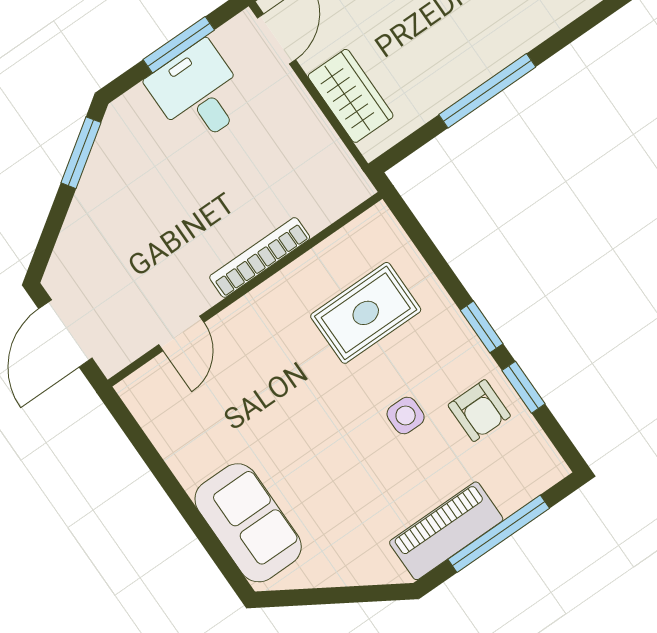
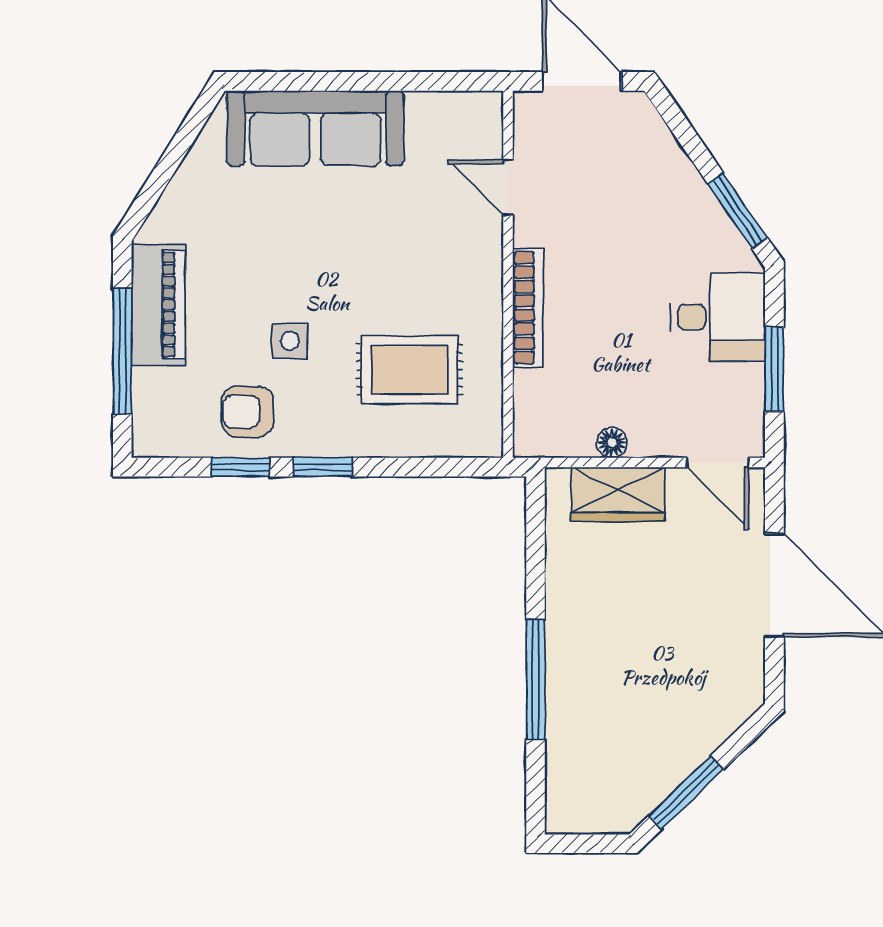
window: (487, 91) -> (536, 679), moved
desk: (198, 93) -> (718, 317), moved
floor lamp: (316, 127) -> (612, 443), added
rug: (366, 313) -> (409, 370), turned 90
sofa: (248, 523) -> (315, 128), width x1.36

